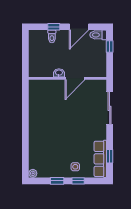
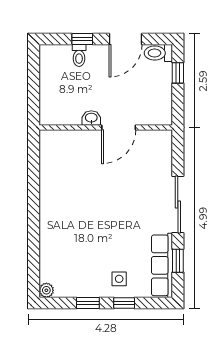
sliding door: (110, 108) -> (178, 205), moved

